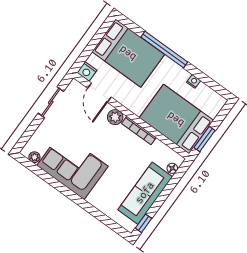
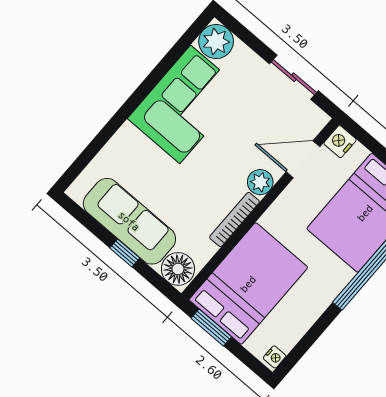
nightstand: (194, 81) -> (275, 357), moved
plant: (34, 157) -> (216, 42), width x1.87, depth x1.87
floor lamp: (172, 168) -> (178, 269), width x1.89, depth x1.89
window: (143, 223) -> (125, 253), moved

